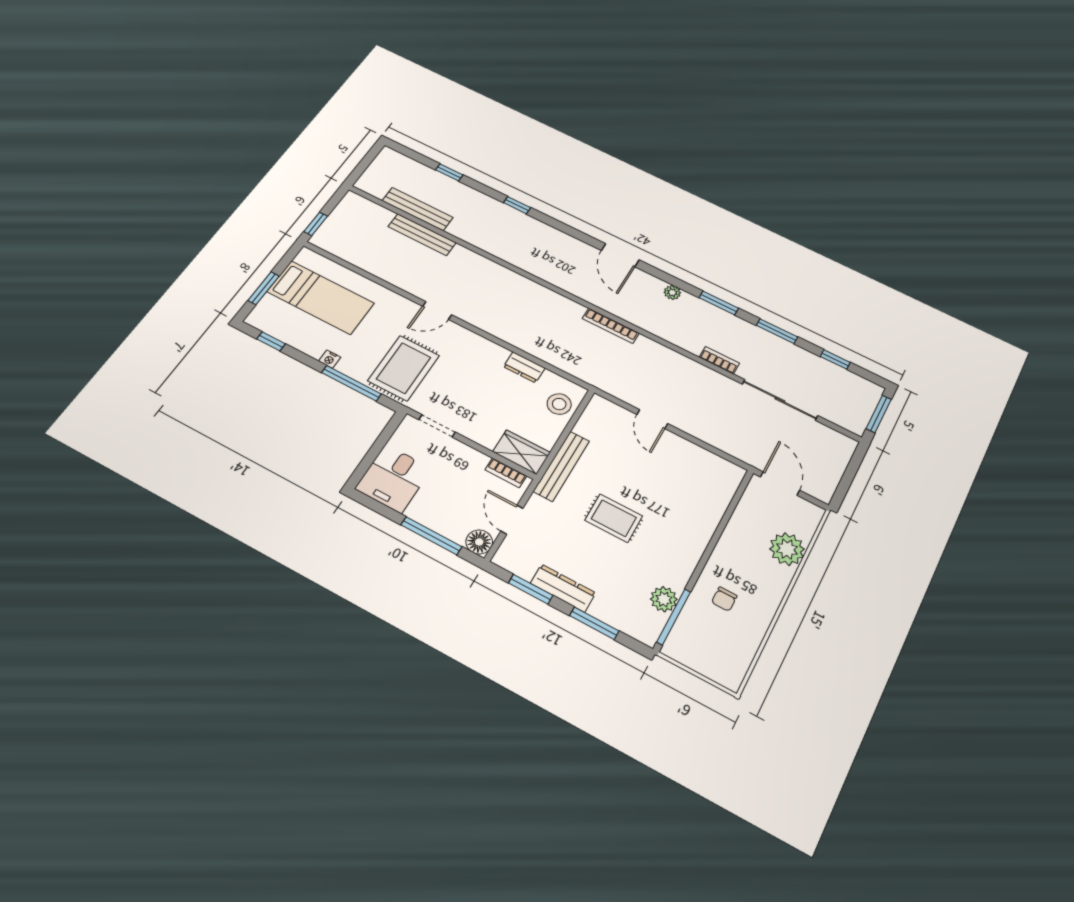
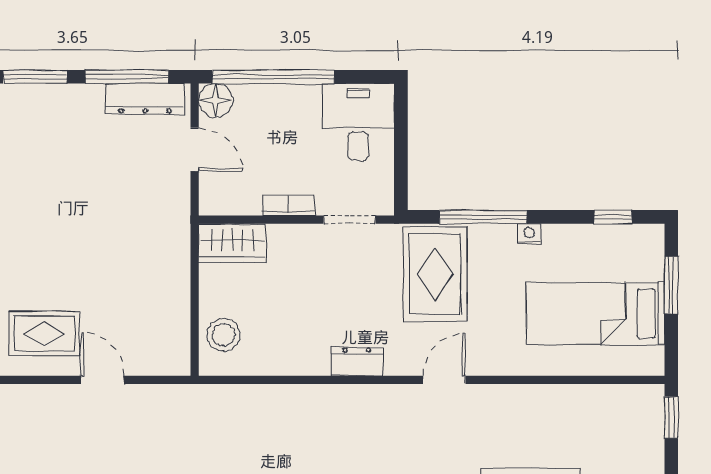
dresser: (524, 367) -> (357, 361), moved
bench: (561, 466) -> (176, 252), removed
bookcase: (506, 473) -> (288, 205), moved
rug: (614, 518) -> (44, 334), moved
window: (431, 536) -> (273, 77), width x1.46
dresser: (563, 588) -> (145, 99), moved
window: (531, 589) -> (127, 77), width x1.44

